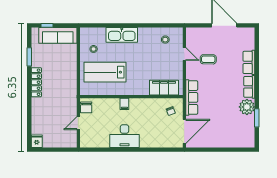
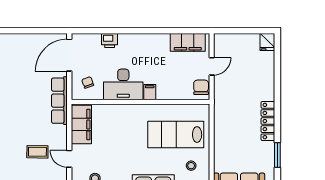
lab bench: (105, 72) -> (176, 135), turned 180
filing cabinet: (164, 88) -> (81, 125), moved, turned -90
desk: (124, 136) -> (123, 84), moved, turned 180
filing cabinet: (96, 141) -> (188, 42), added
printer: (154, 142) -> (110, 41), added

